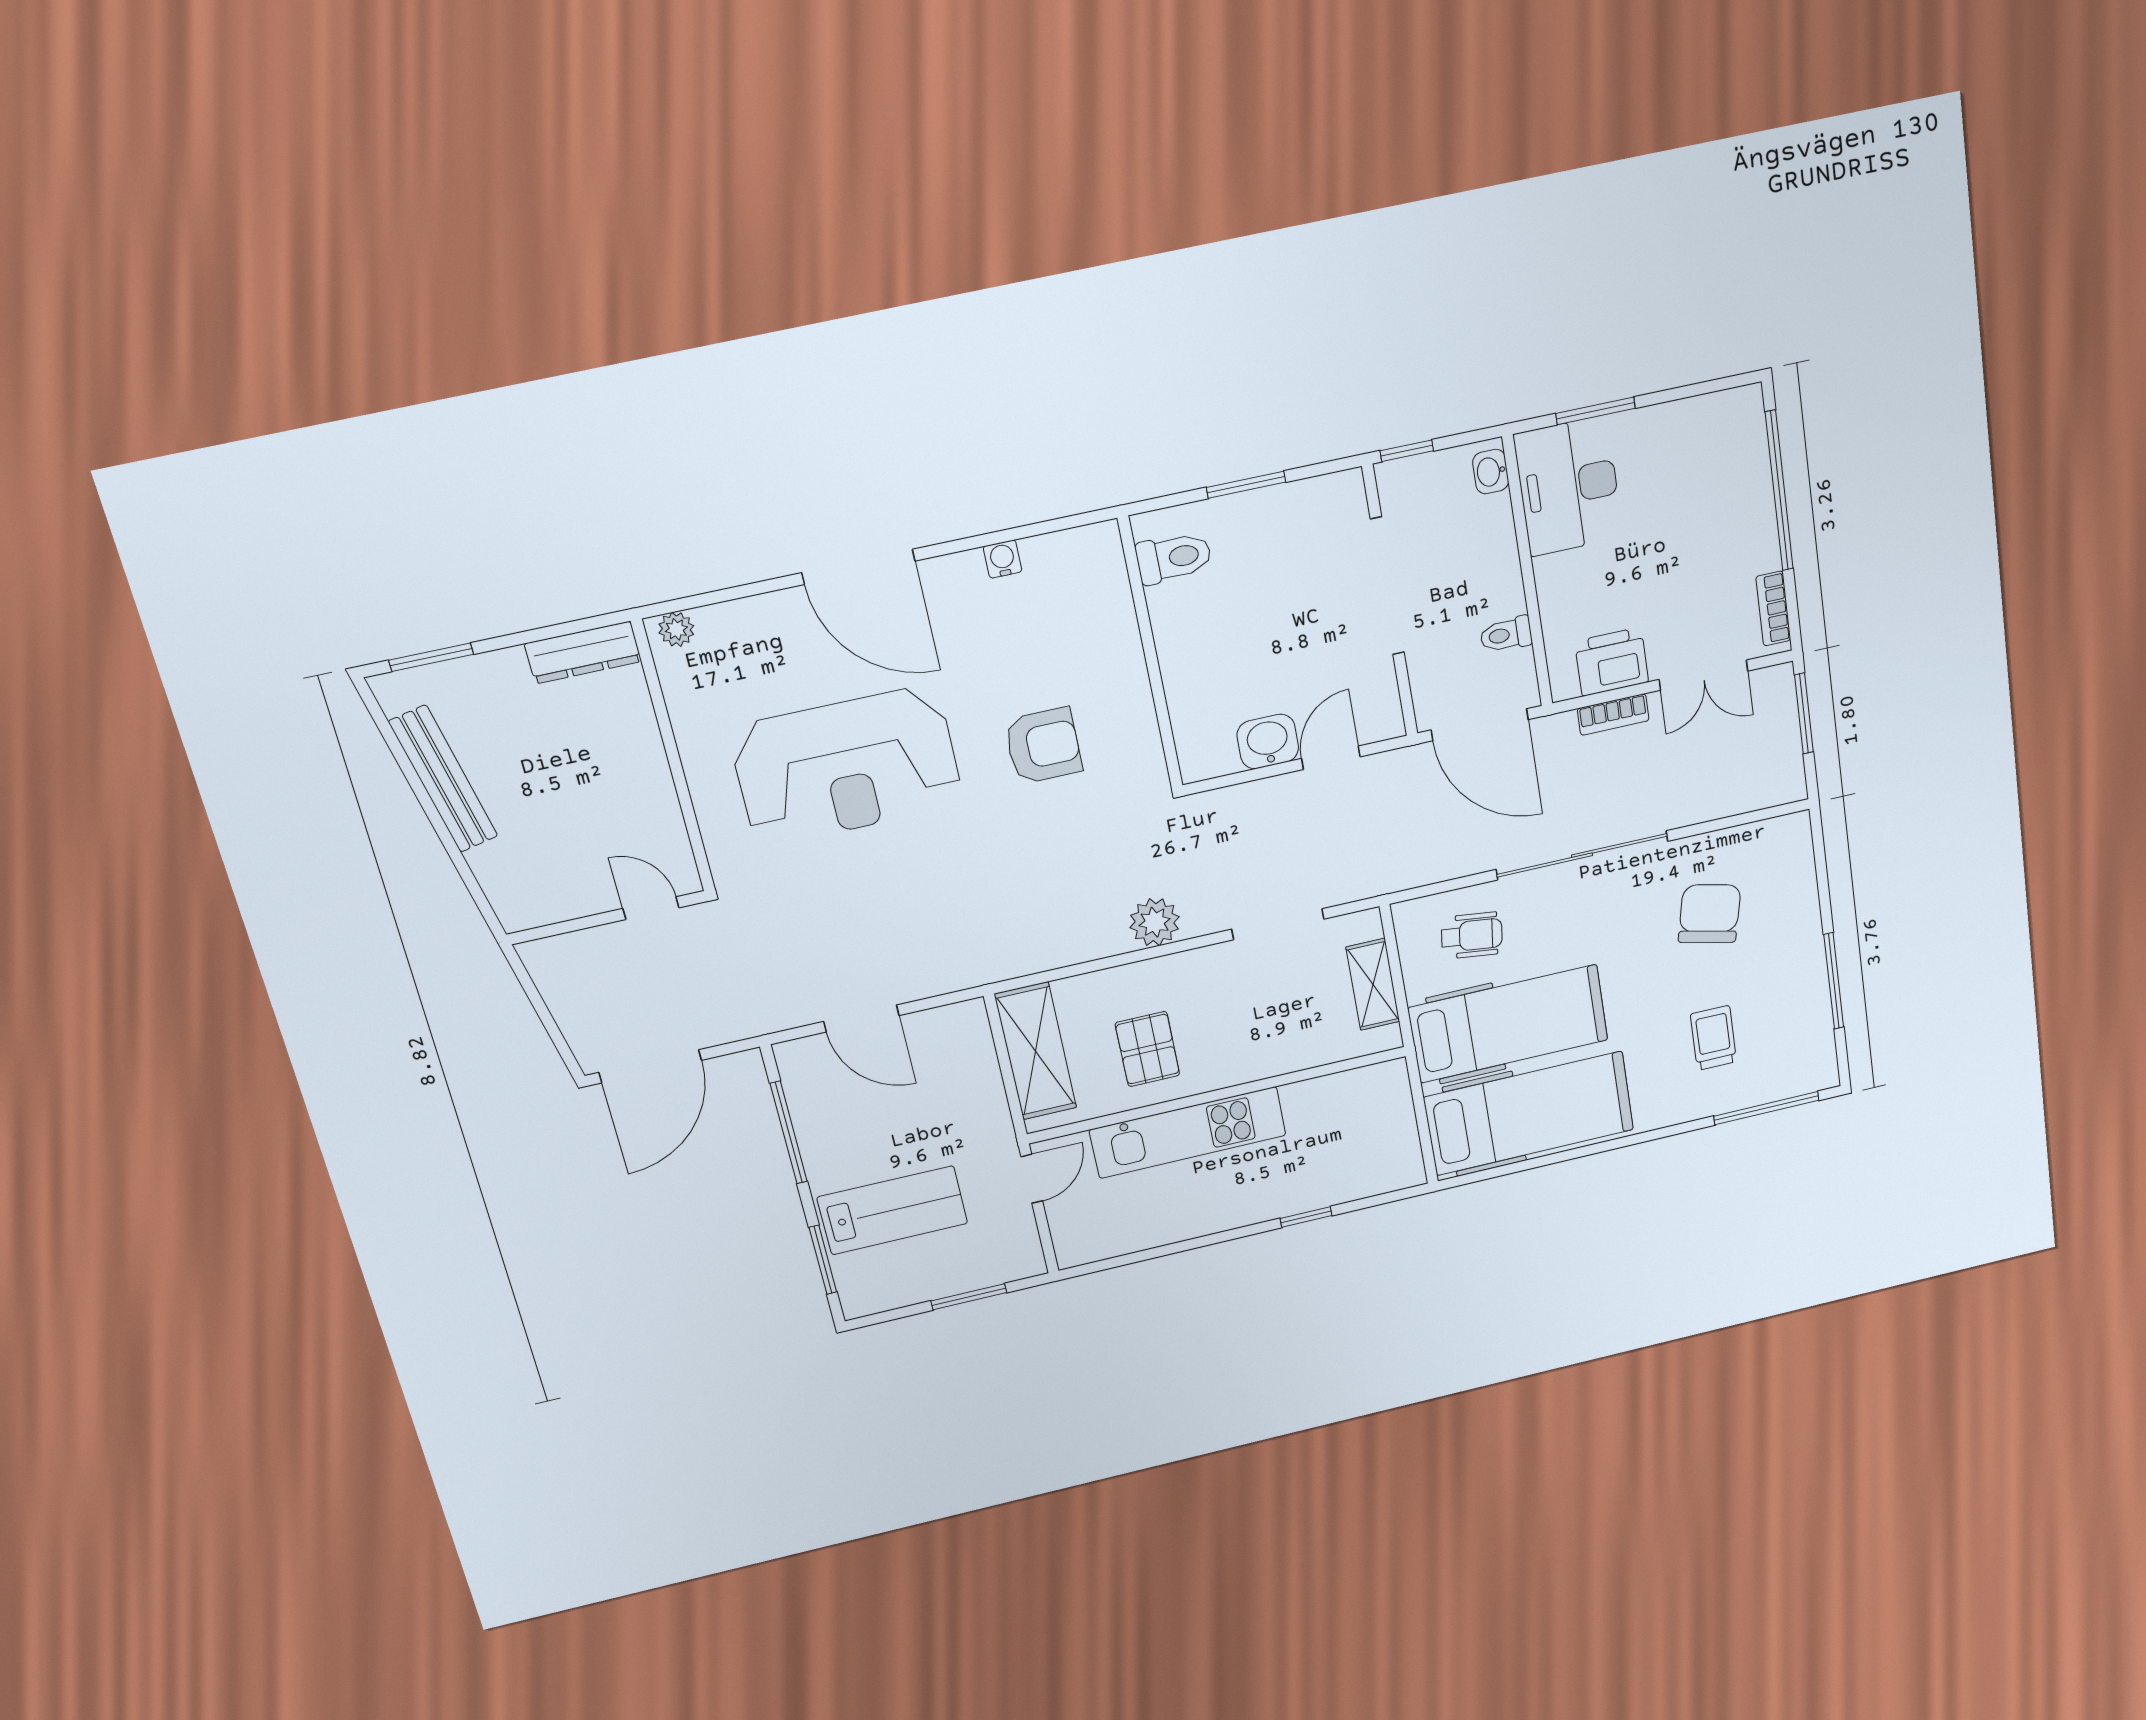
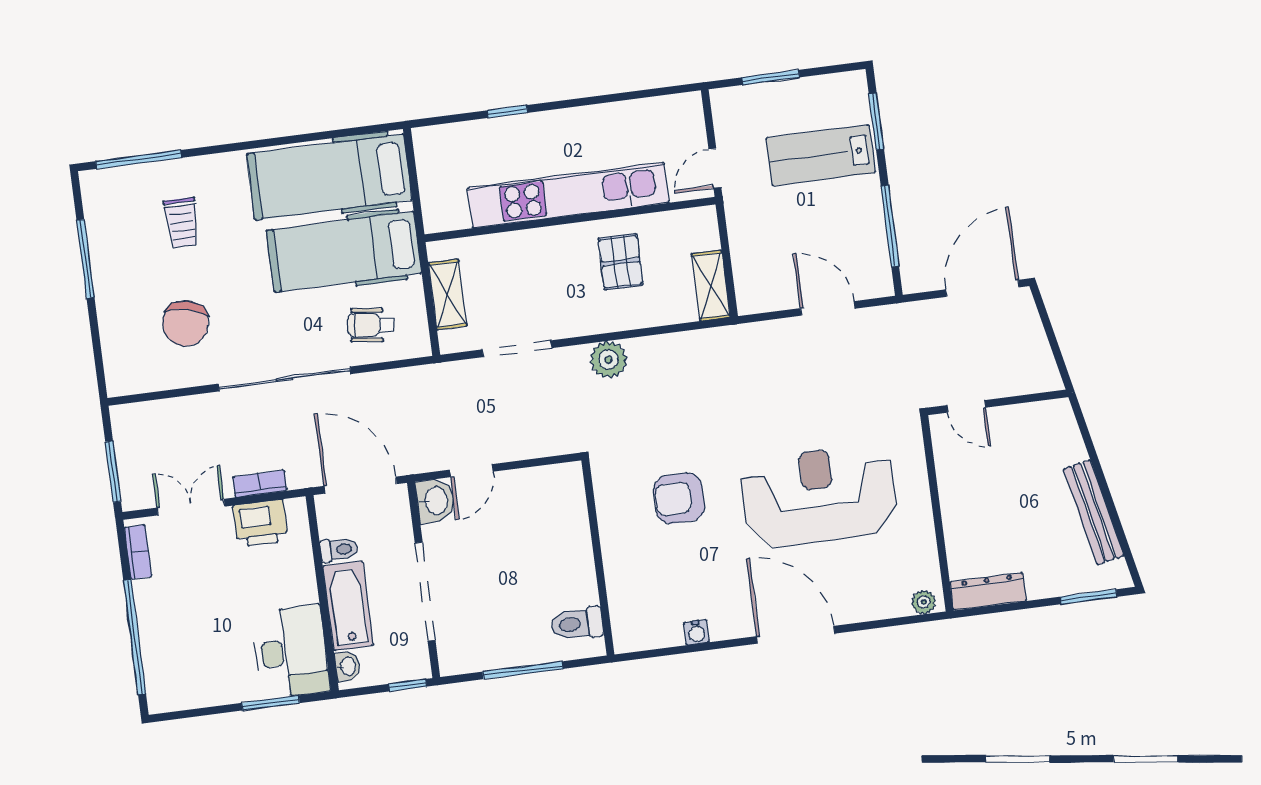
window: (1246, 485) -> (523, 670), width x1.44
bathtub: (1492, 558) -> (348, 606), added
washbasin: (1268, 742) -> (435, 501), moved, turned -90
shelving: (1036, 1051) -> (711, 286), width x0.67, depth x0.75
kitchen unit: (1188, 1133) -> (568, 195), width x1.36

